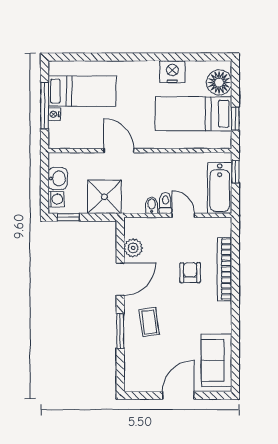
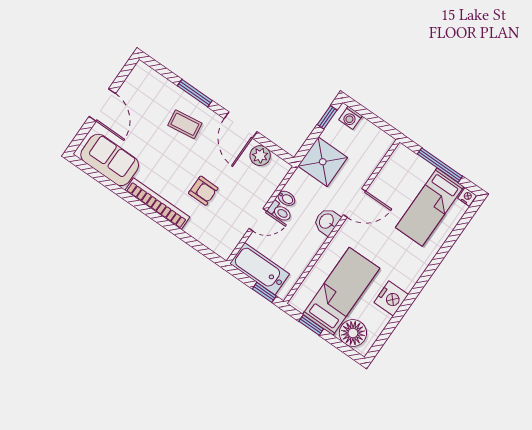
nightstand: (54, 114) -> (467, 197), moved
washbasin: (58, 178) -> (327, 221), moved, turned 90
bookcase: (224, 269) -> (157, 204), moved

